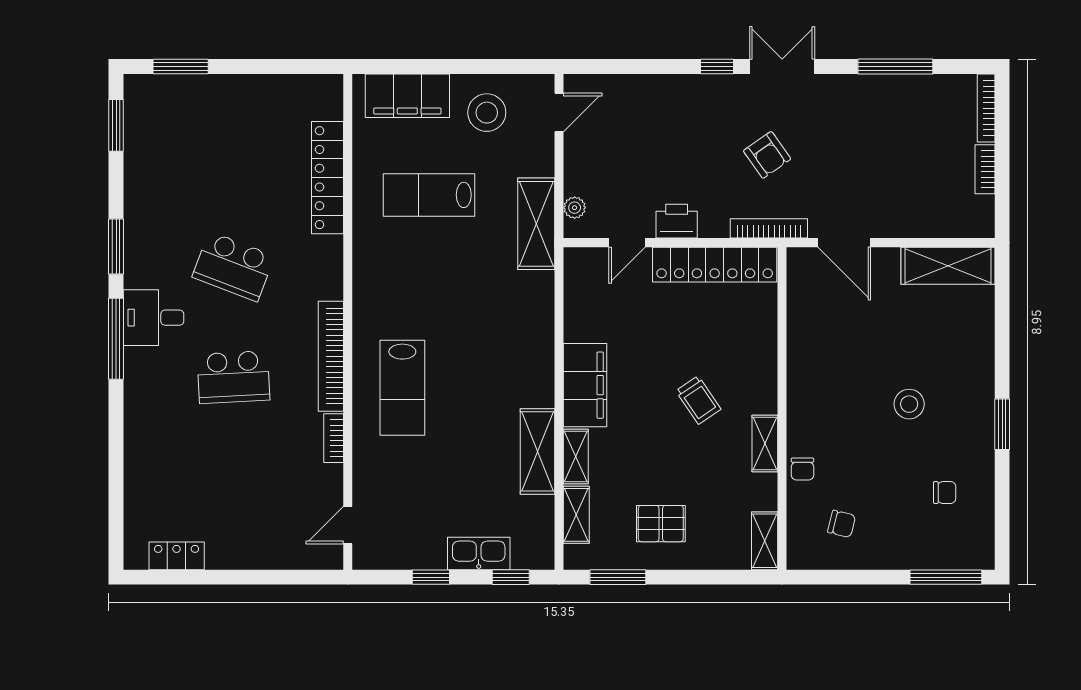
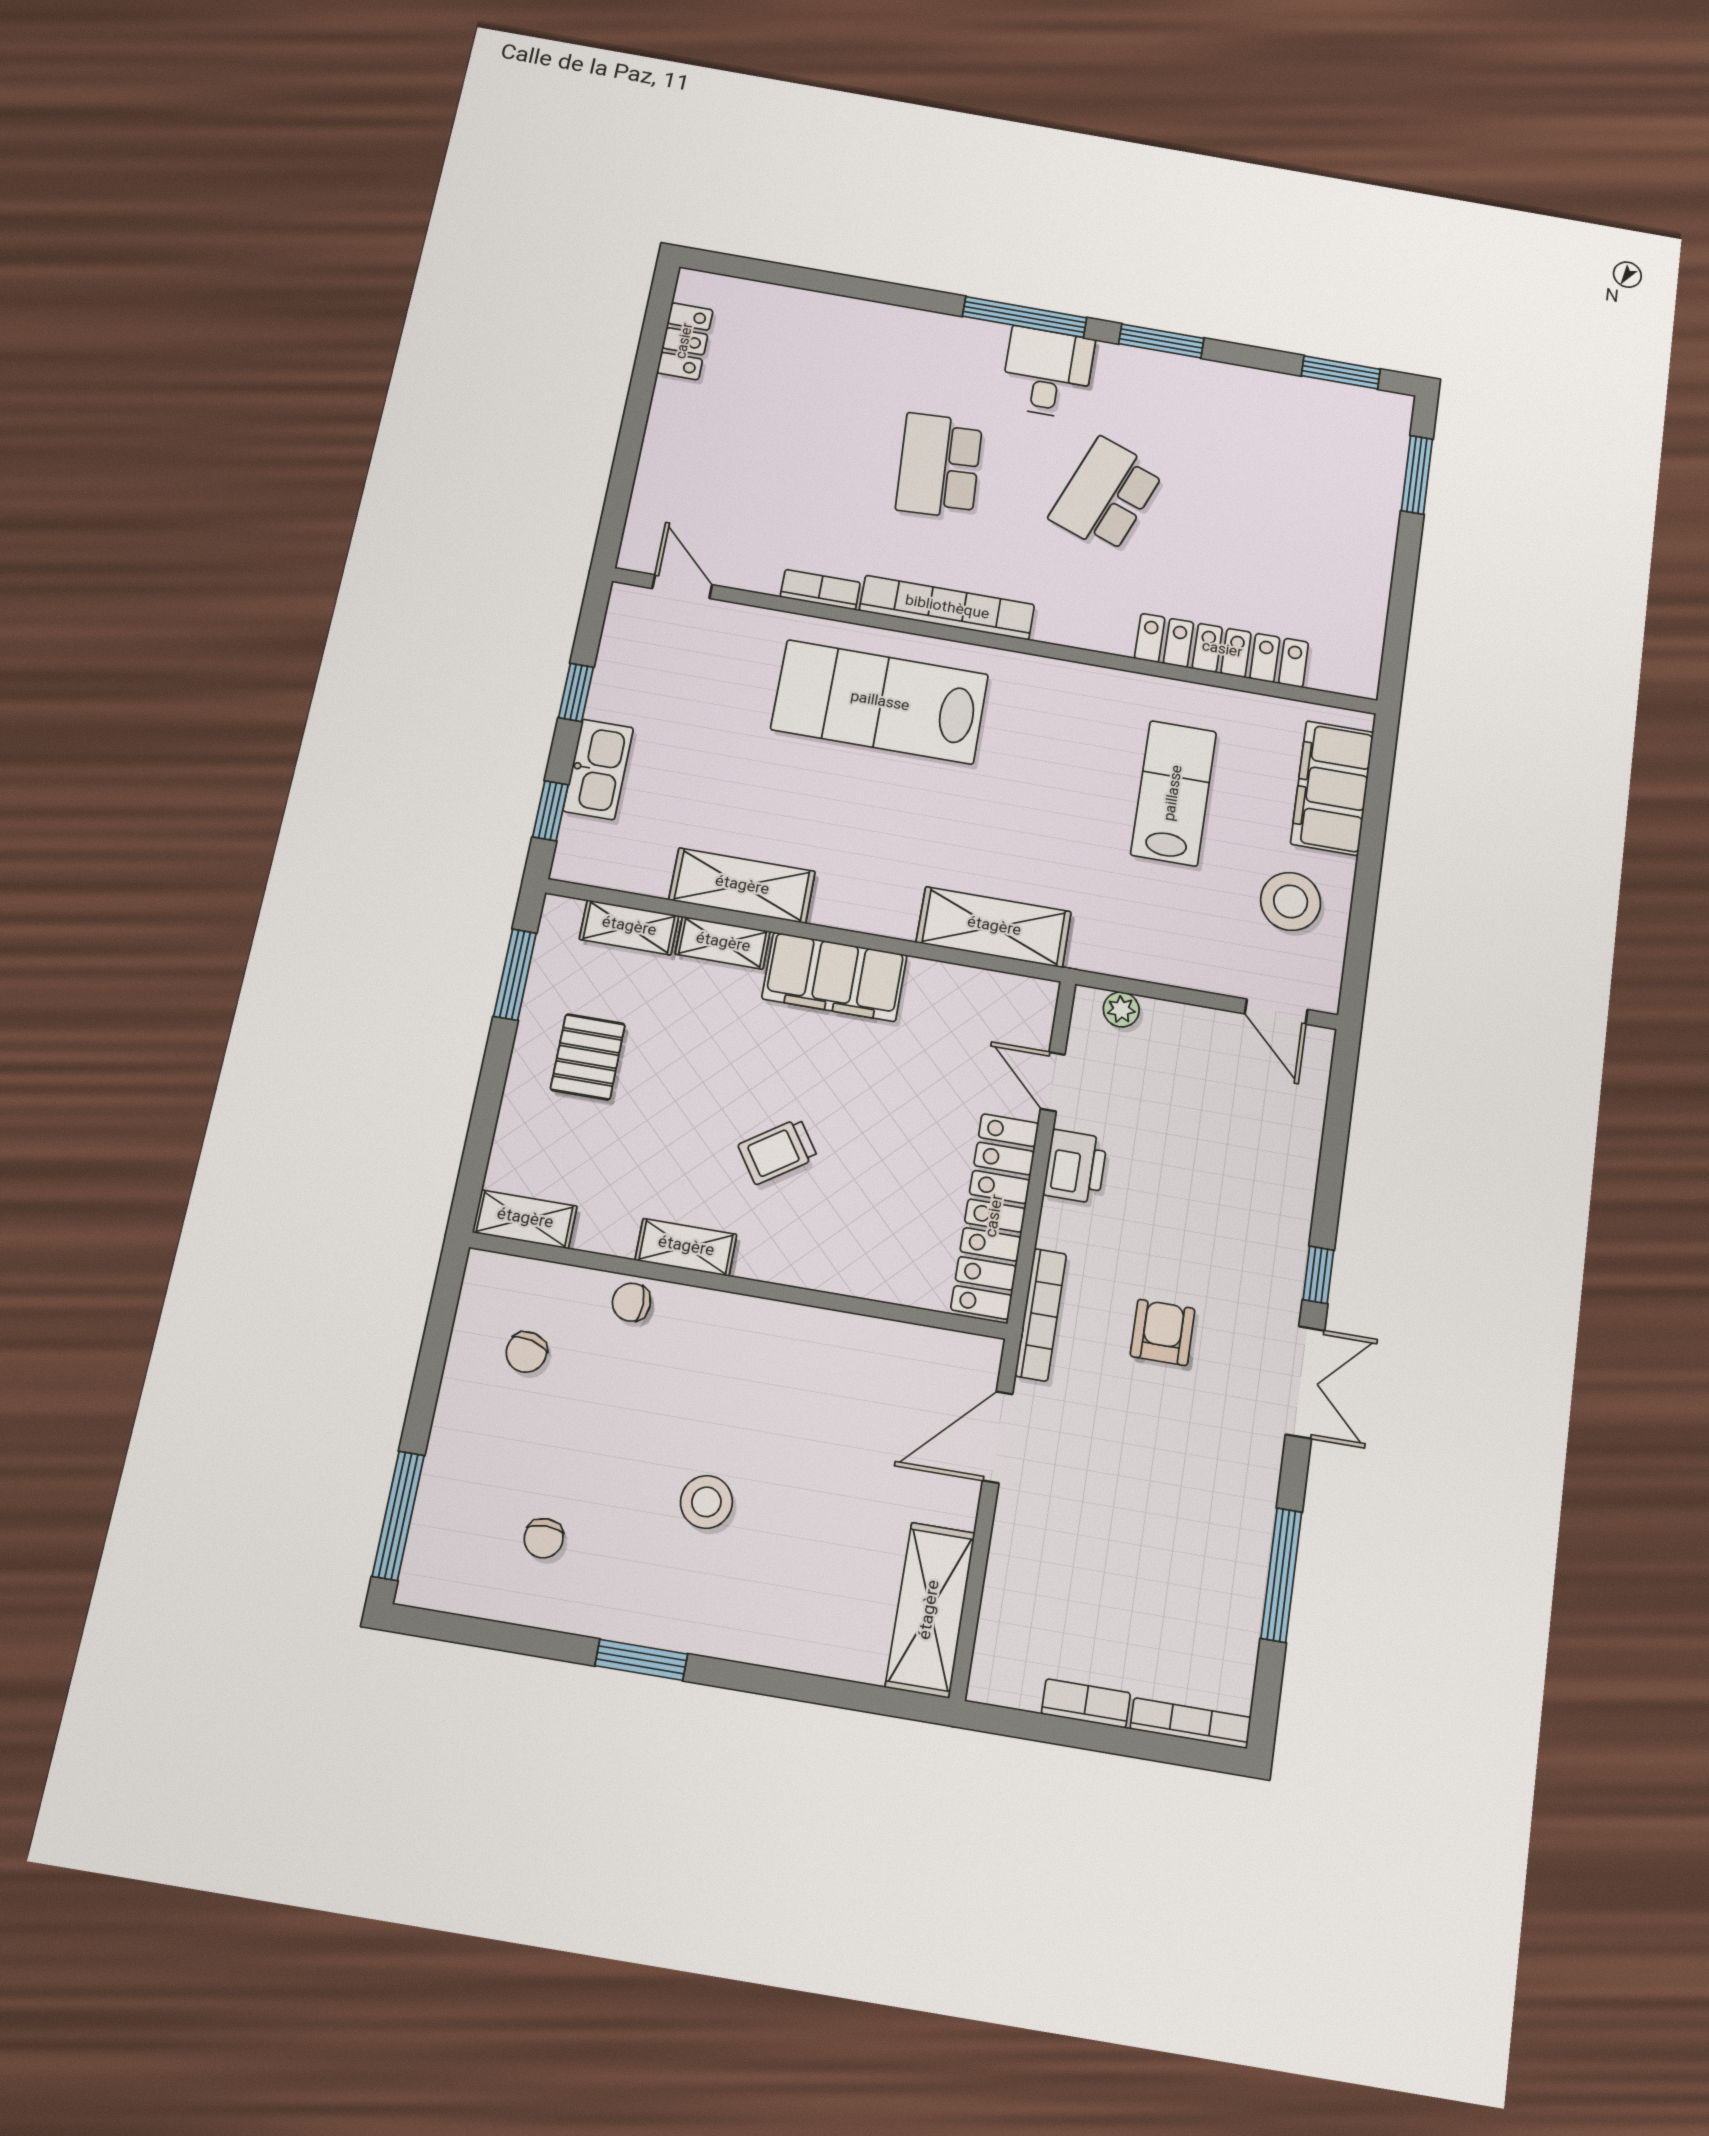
armchair: (767, 155) -> (1163, 1332), turned 125
shelving: (536, 224) -> (994, 927), moved
lab bench: (402, 388) -> (880, 702), width x1.36, depth x1.39

